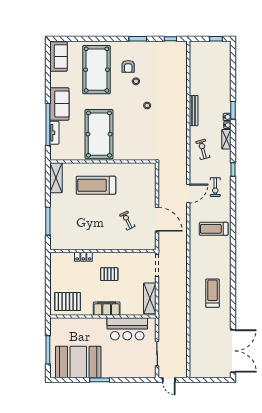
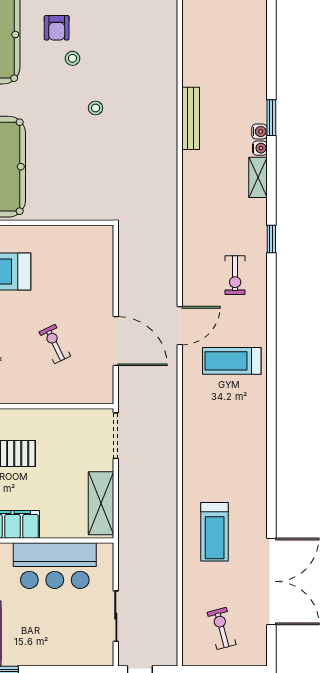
exercise bike: (203, 149) -> (222, 628), moved
door: (188, 194) -> (180, 326), moved
treadmill: (213, 293) -> (215, 532), moved, turned 180
double door: (233, 351) -> (271, 581), moved

